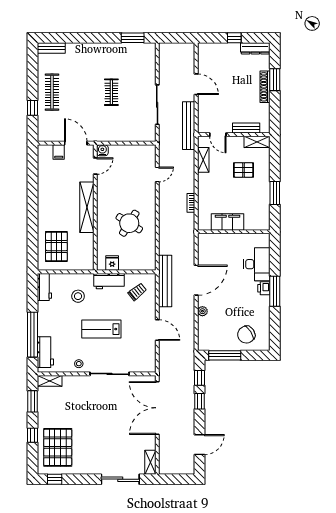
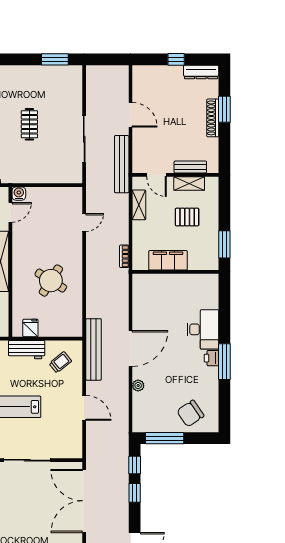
shelving: (257, 142) -> (189, 184), moved
filing cabinet: (227, 222) -> (168, 260), moved
wall: (234, 232) -> (175, 272), moved

